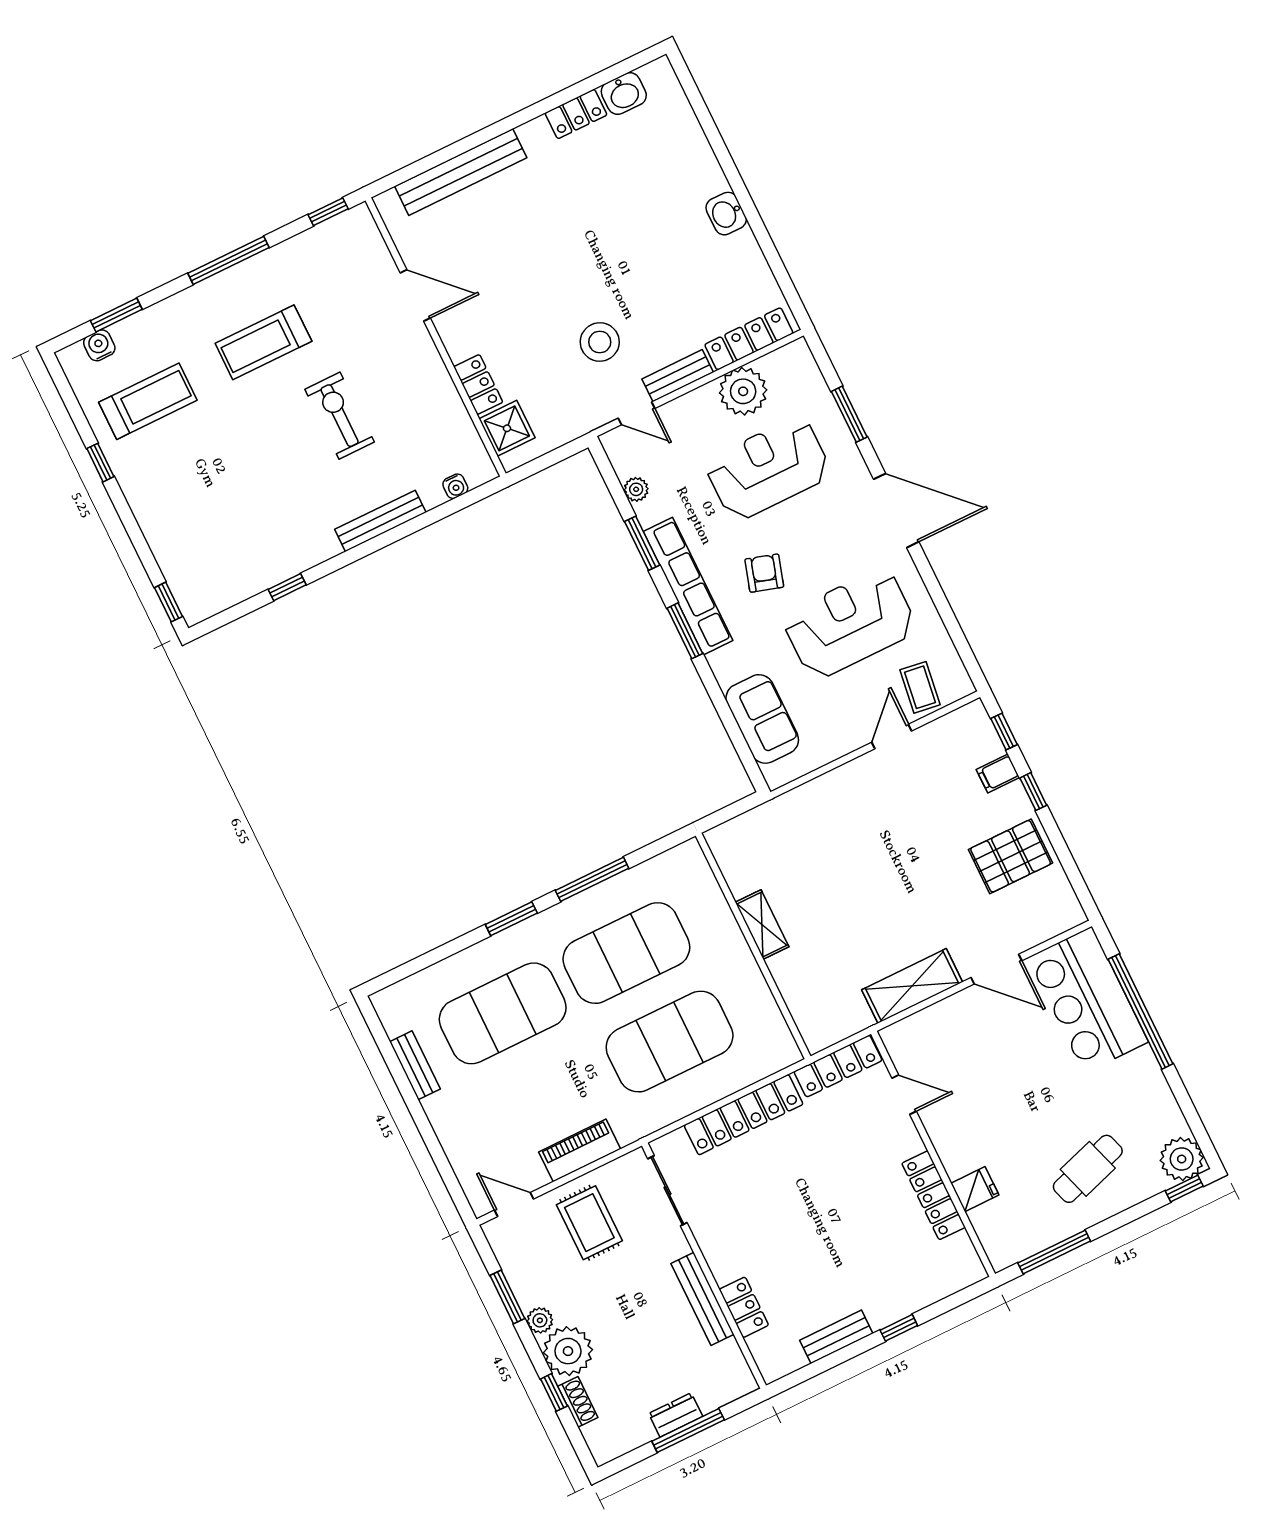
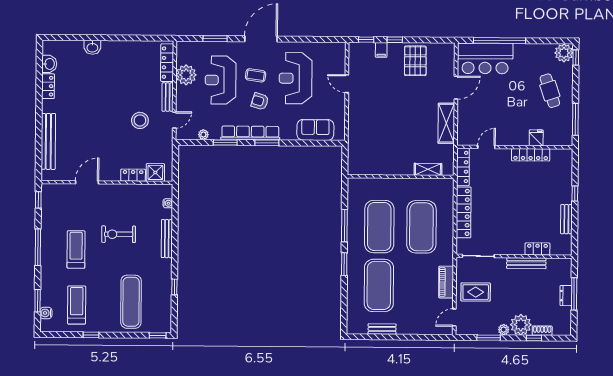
washbasin: (726, 214) -> (92, 47), moved
treadmill: (263, 342) -> (76, 249), turned 180
exercise mat: (211, 512) -> (131, 302), added
coffee table: (920, 687) -> (256, 75), moved
shelving: (762, 925) -> (428, 169), moved

